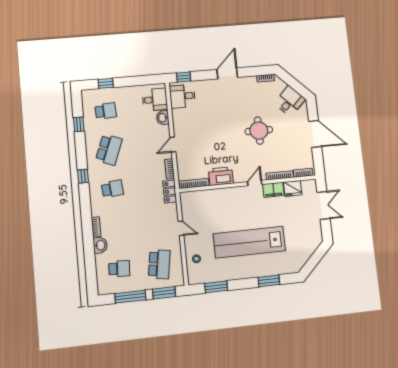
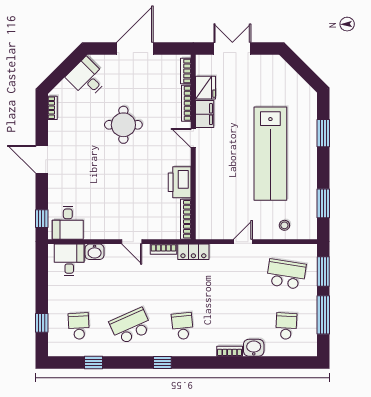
school desk: (109, 150) -> (131, 326), turned -45

